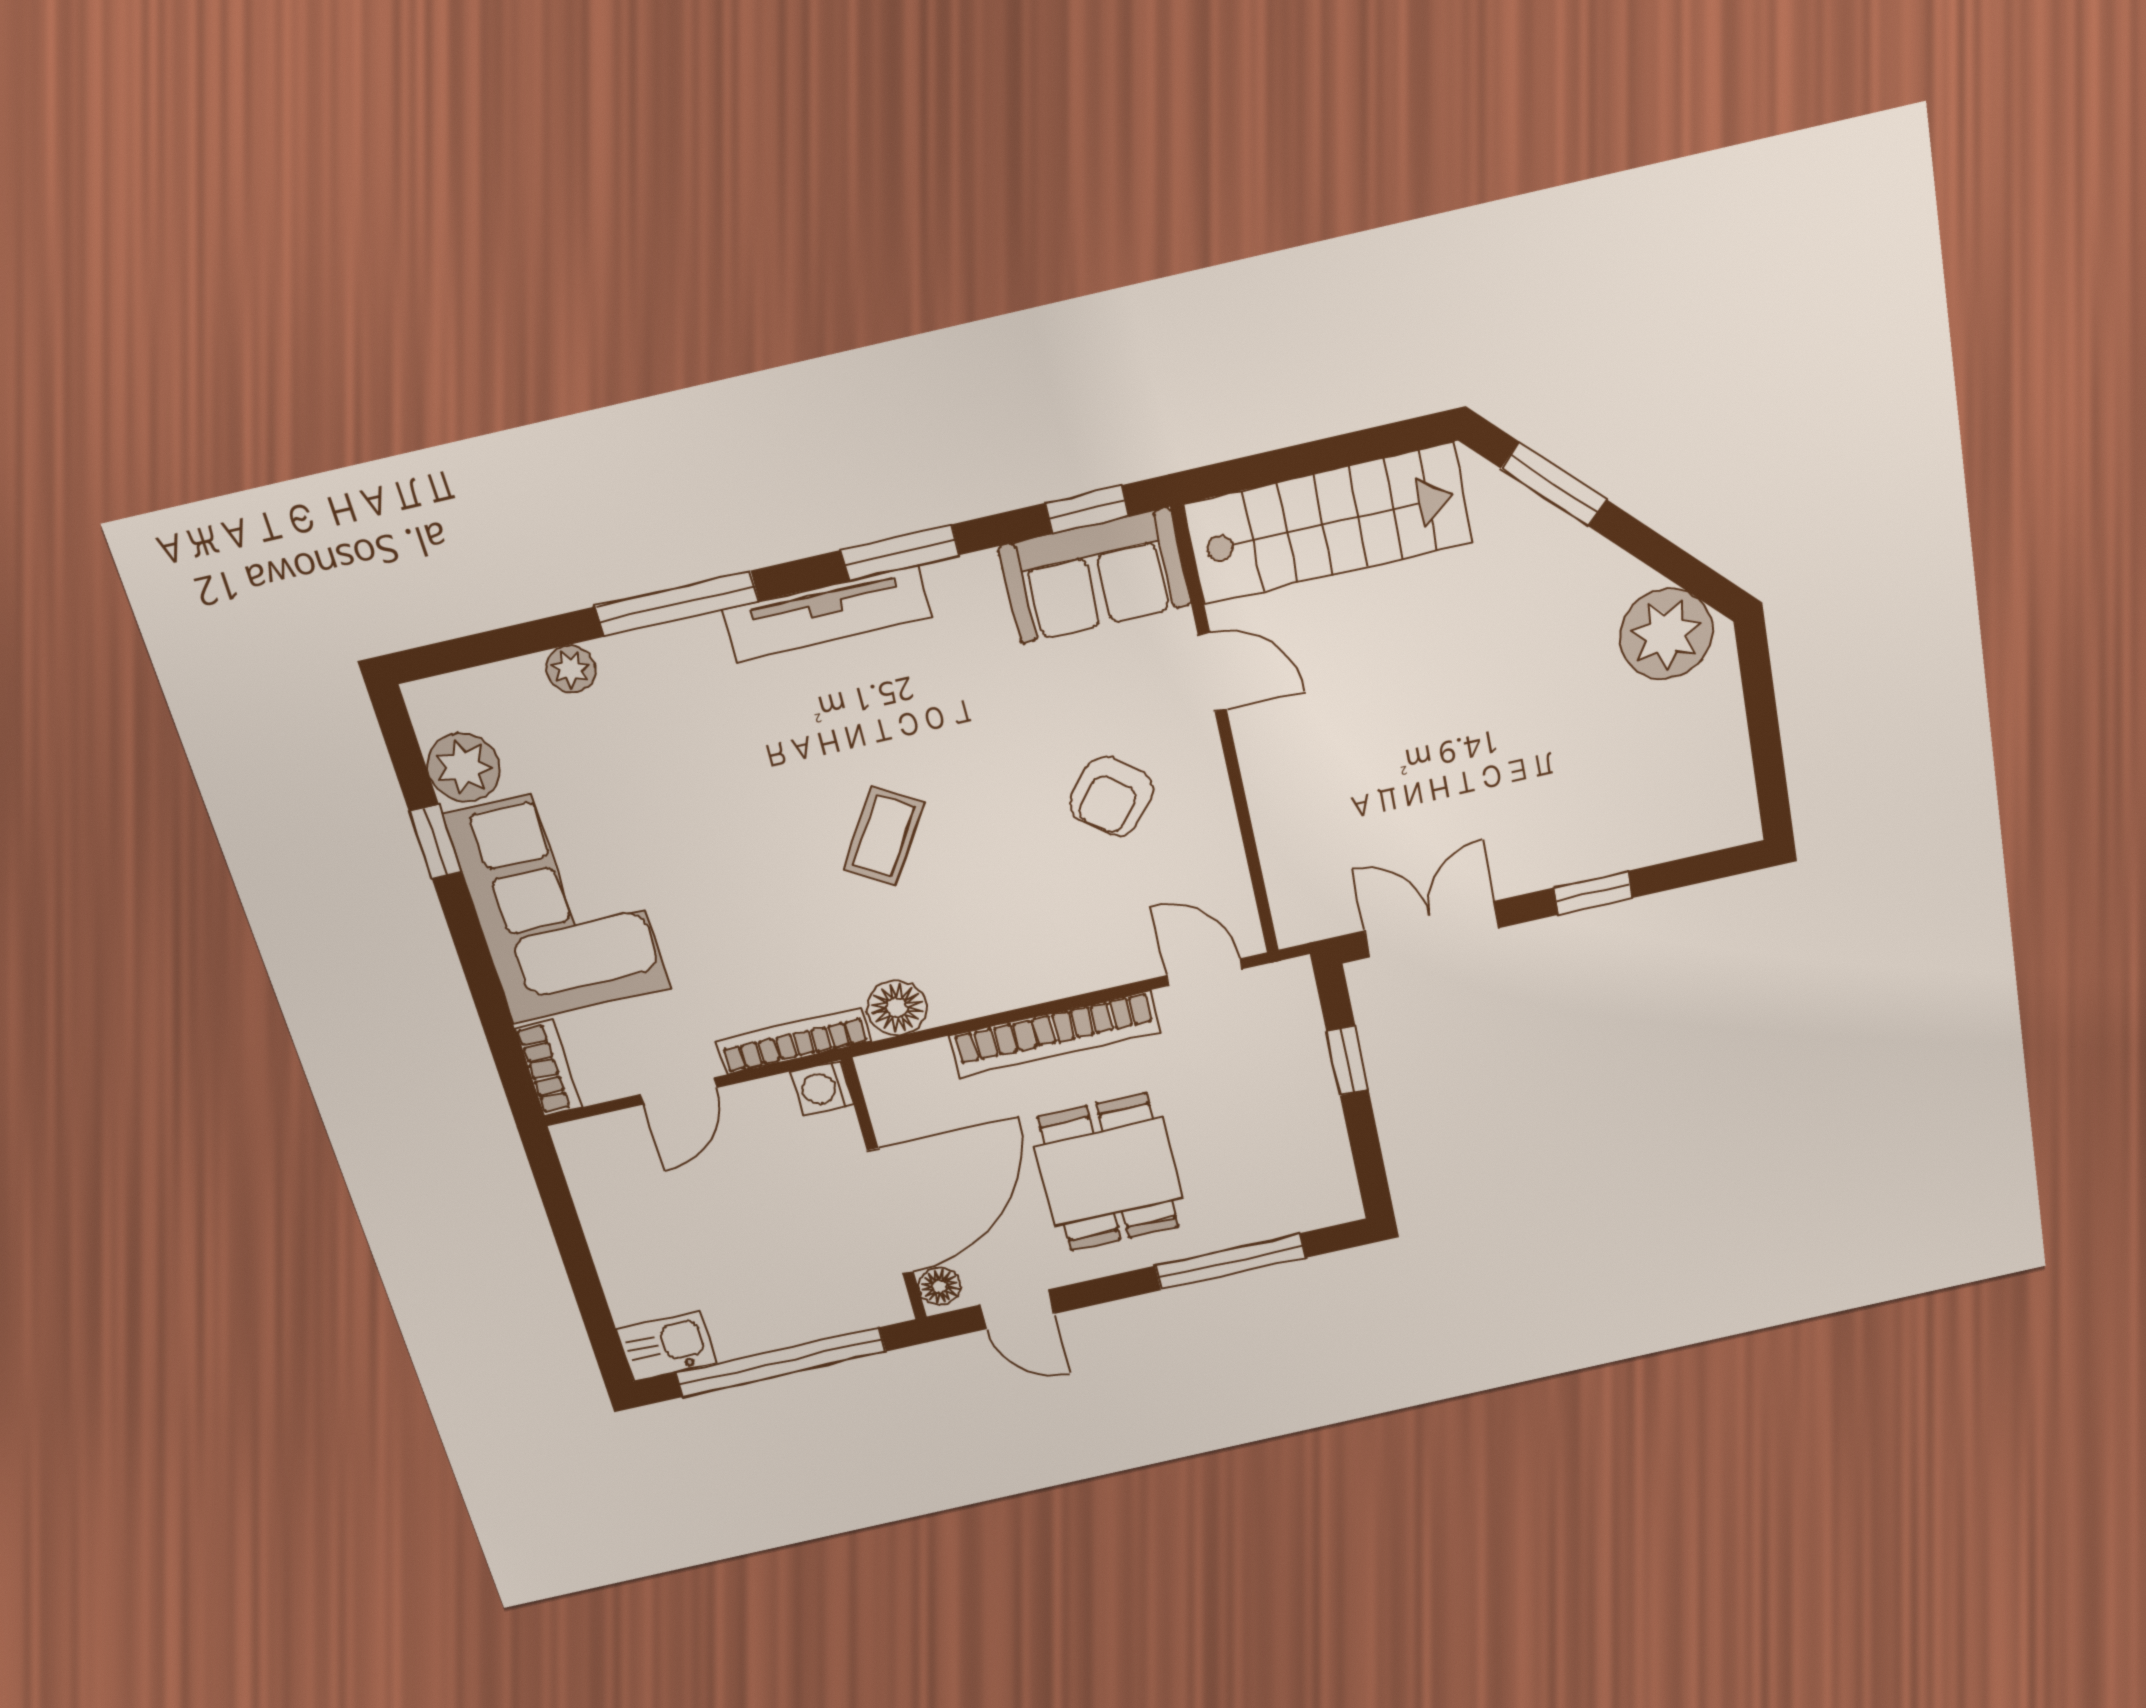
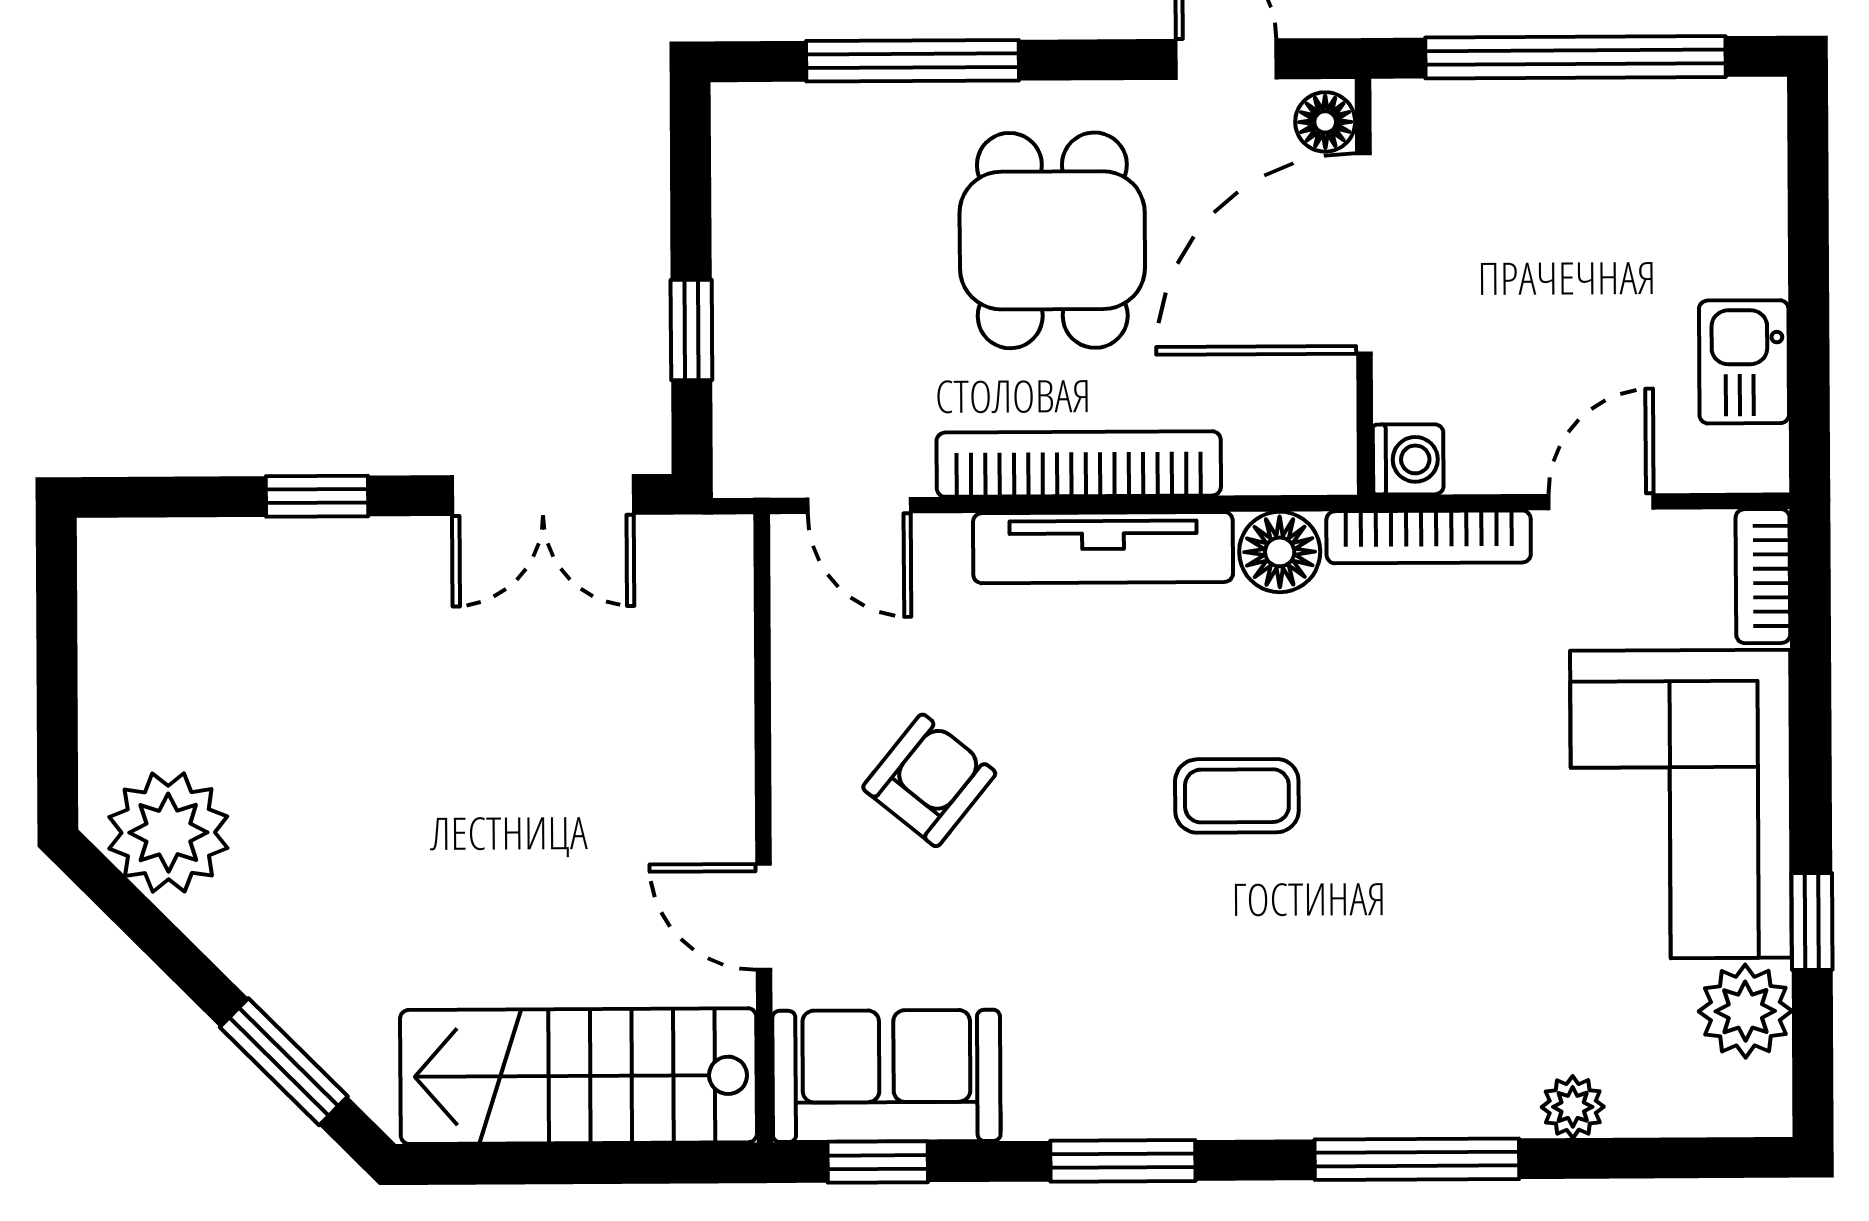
tv unit: (827, 613) -> (1103, 548), moved, turned 180
coffee table: (884, 836) -> (1237, 796), turned 58
kitchen sink: (667, 1346) -> (1744, 362), moved, turned 90

